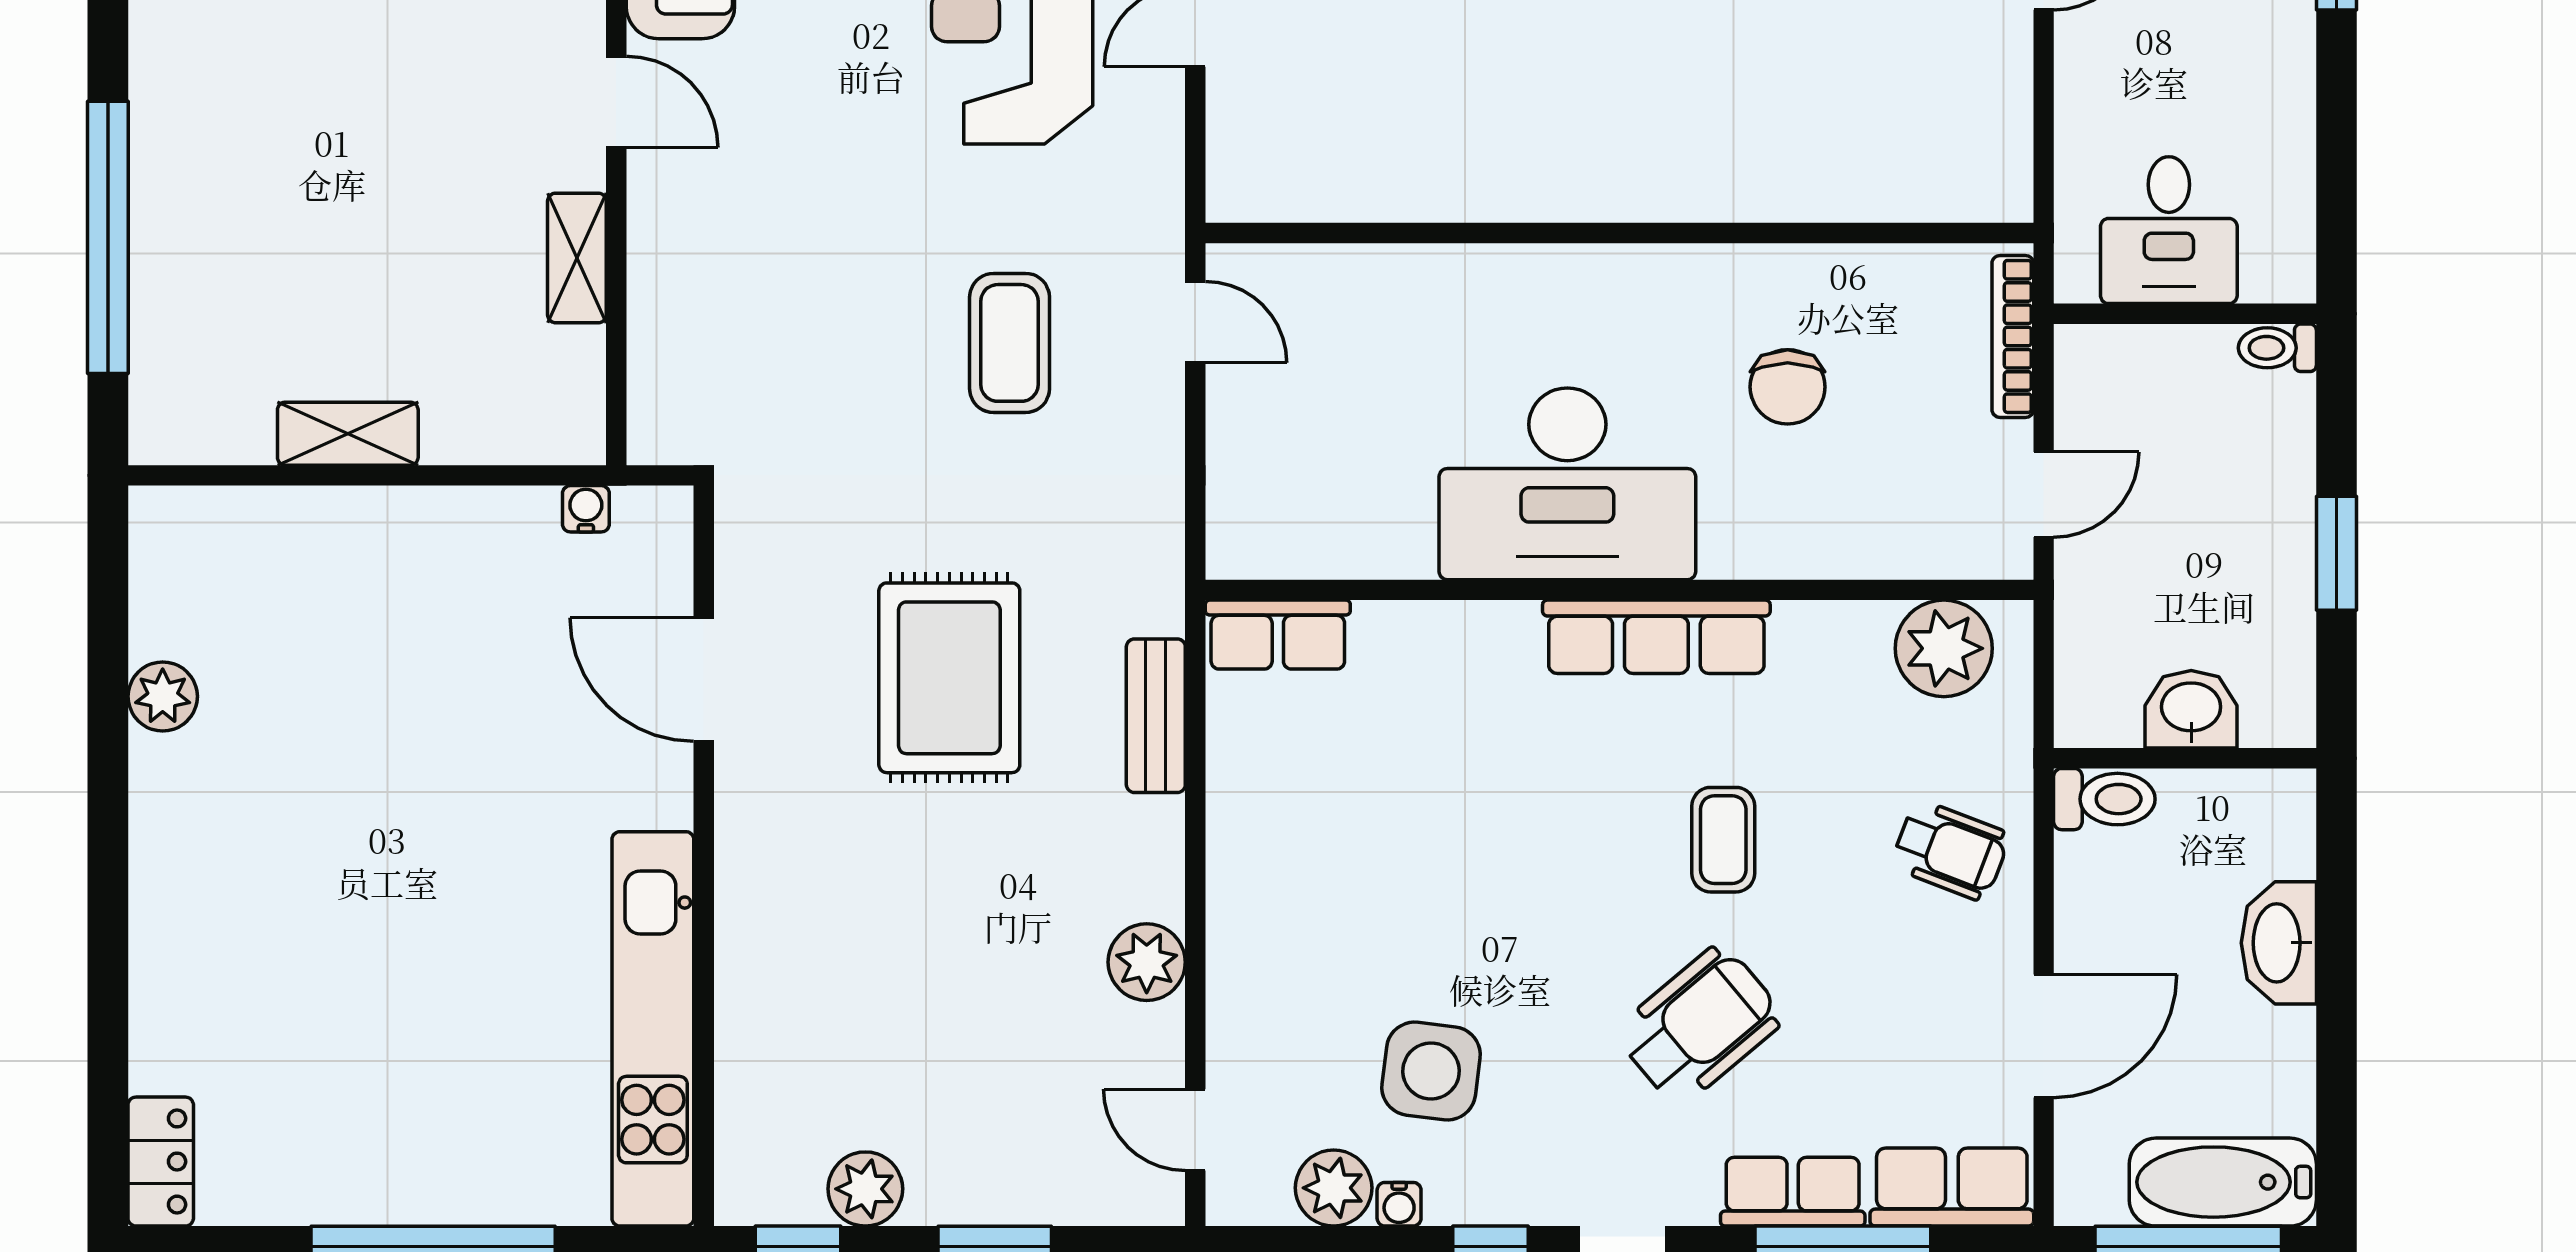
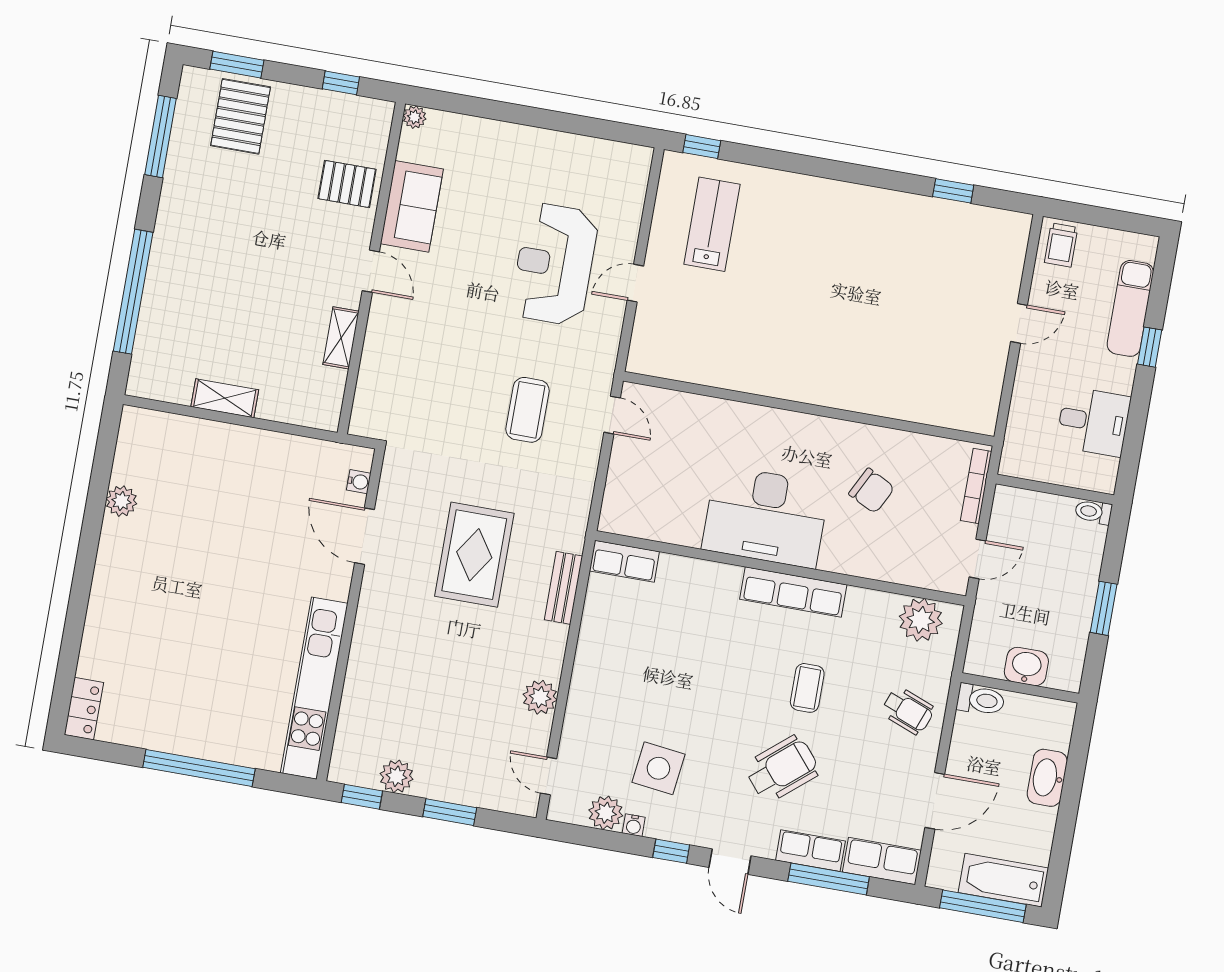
desk: (2169, 230) -> (1093, 422), moved, turned -90
chair: (1788, 387) -> (872, 491), turned -63
water cooler: (586, 509) -> (359, 482), moved, turned 90

